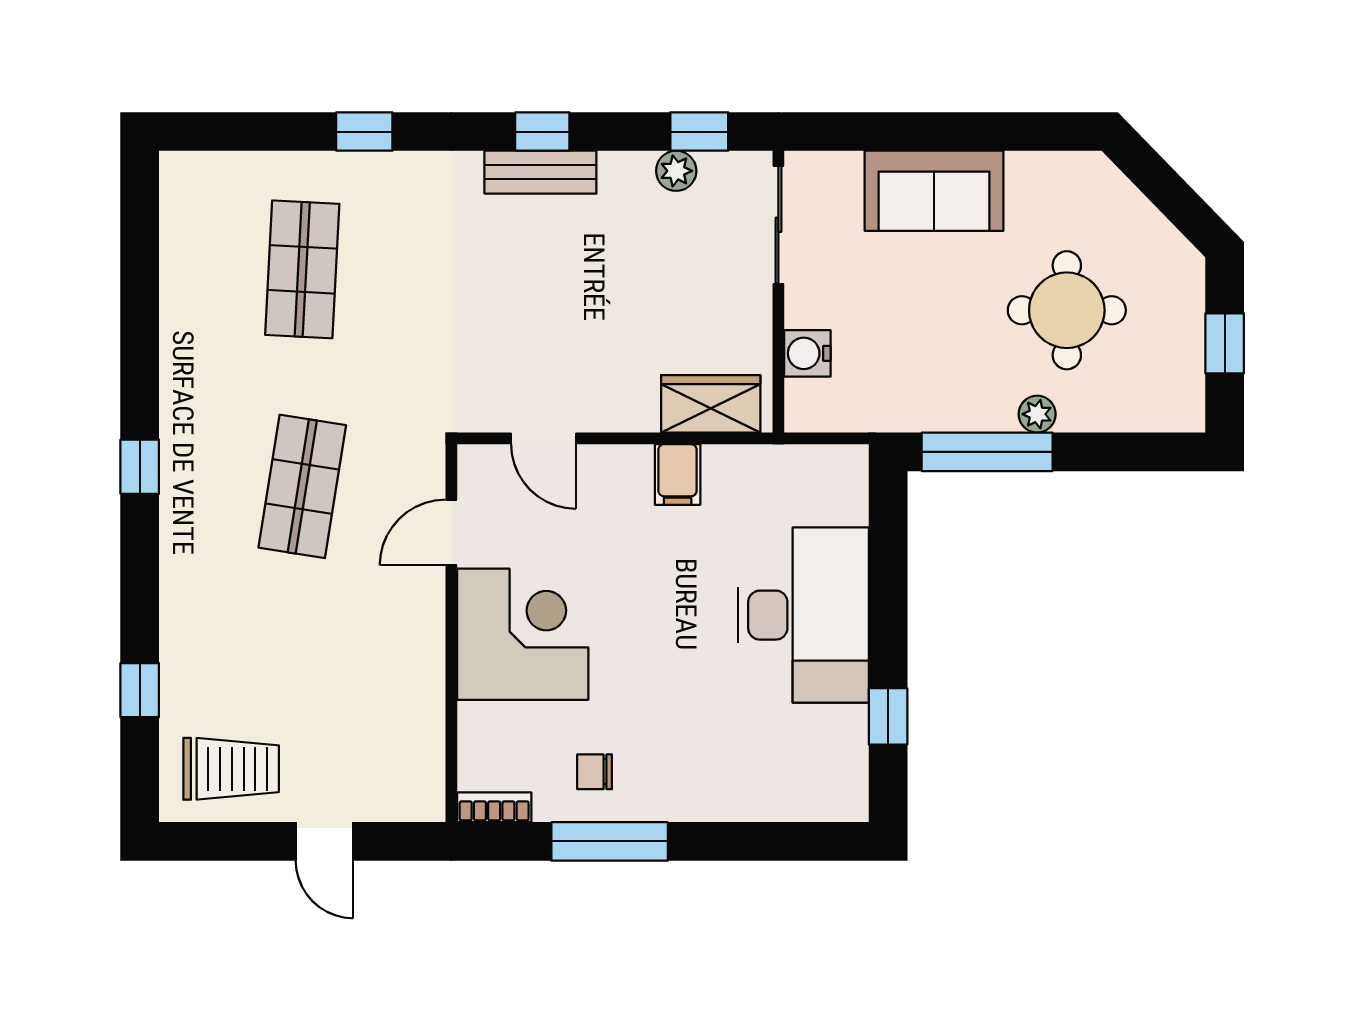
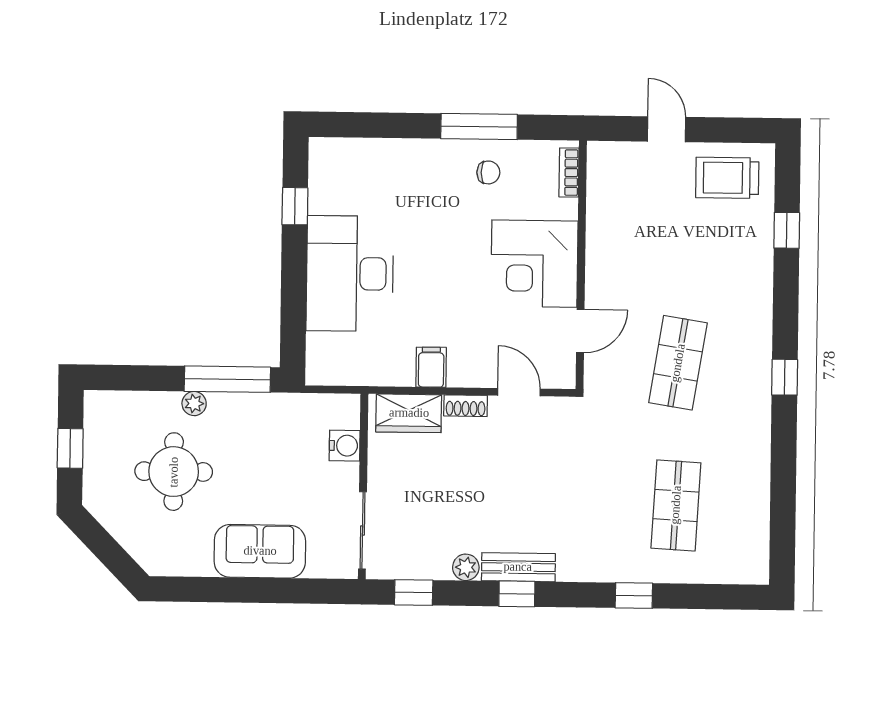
plant: (676, 171) -> (466, 567), moved
shoe rack: (624, 417) -> (466, 406), added
bookcase: (494, 807) -> (569, 173), moved, turned 90

